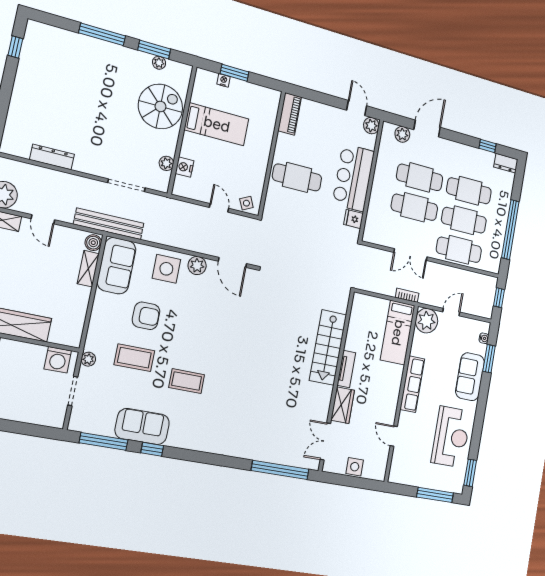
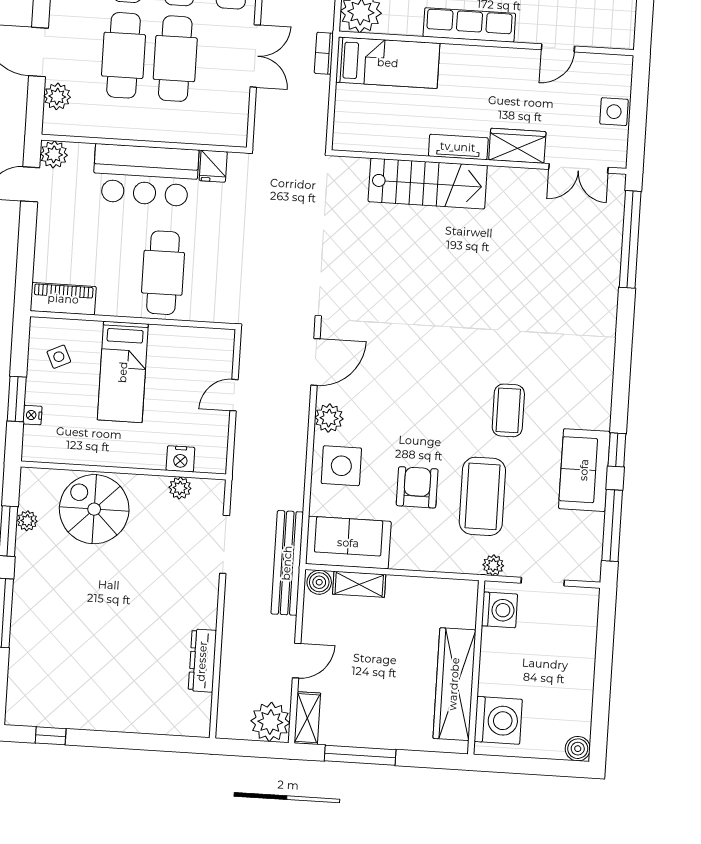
bed: (217, 124) -> (123, 372), moved, turned 180
side table: (246, 203) -> (59, 357), moved
coffee table: (134, 358) -> (482, 496), width x1.36, depth x1.32

